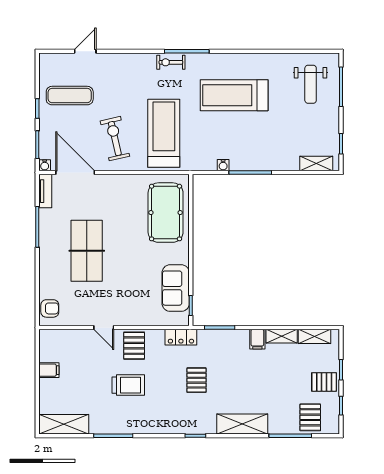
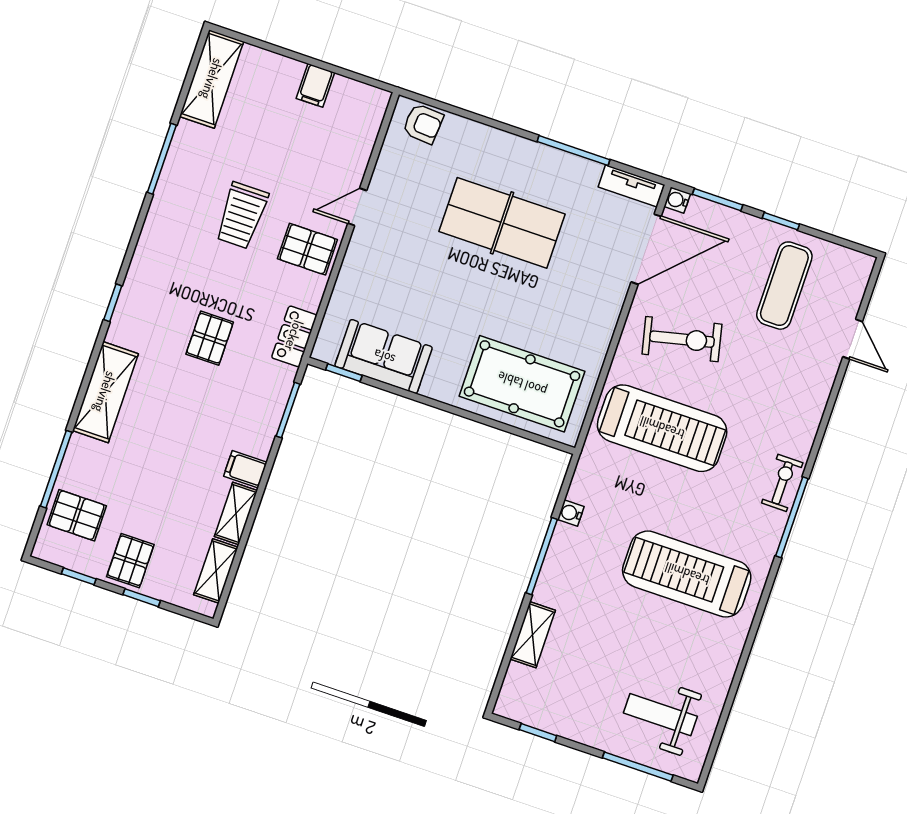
treadmill: (234, 95) -> (687, 574), turned -90
shelving: (316, 163) -> (533, 635), moved
armchair: (50, 308) -> (423, 124), turned -86
pallet: (197, 380) -> (210, 338), turned 90

